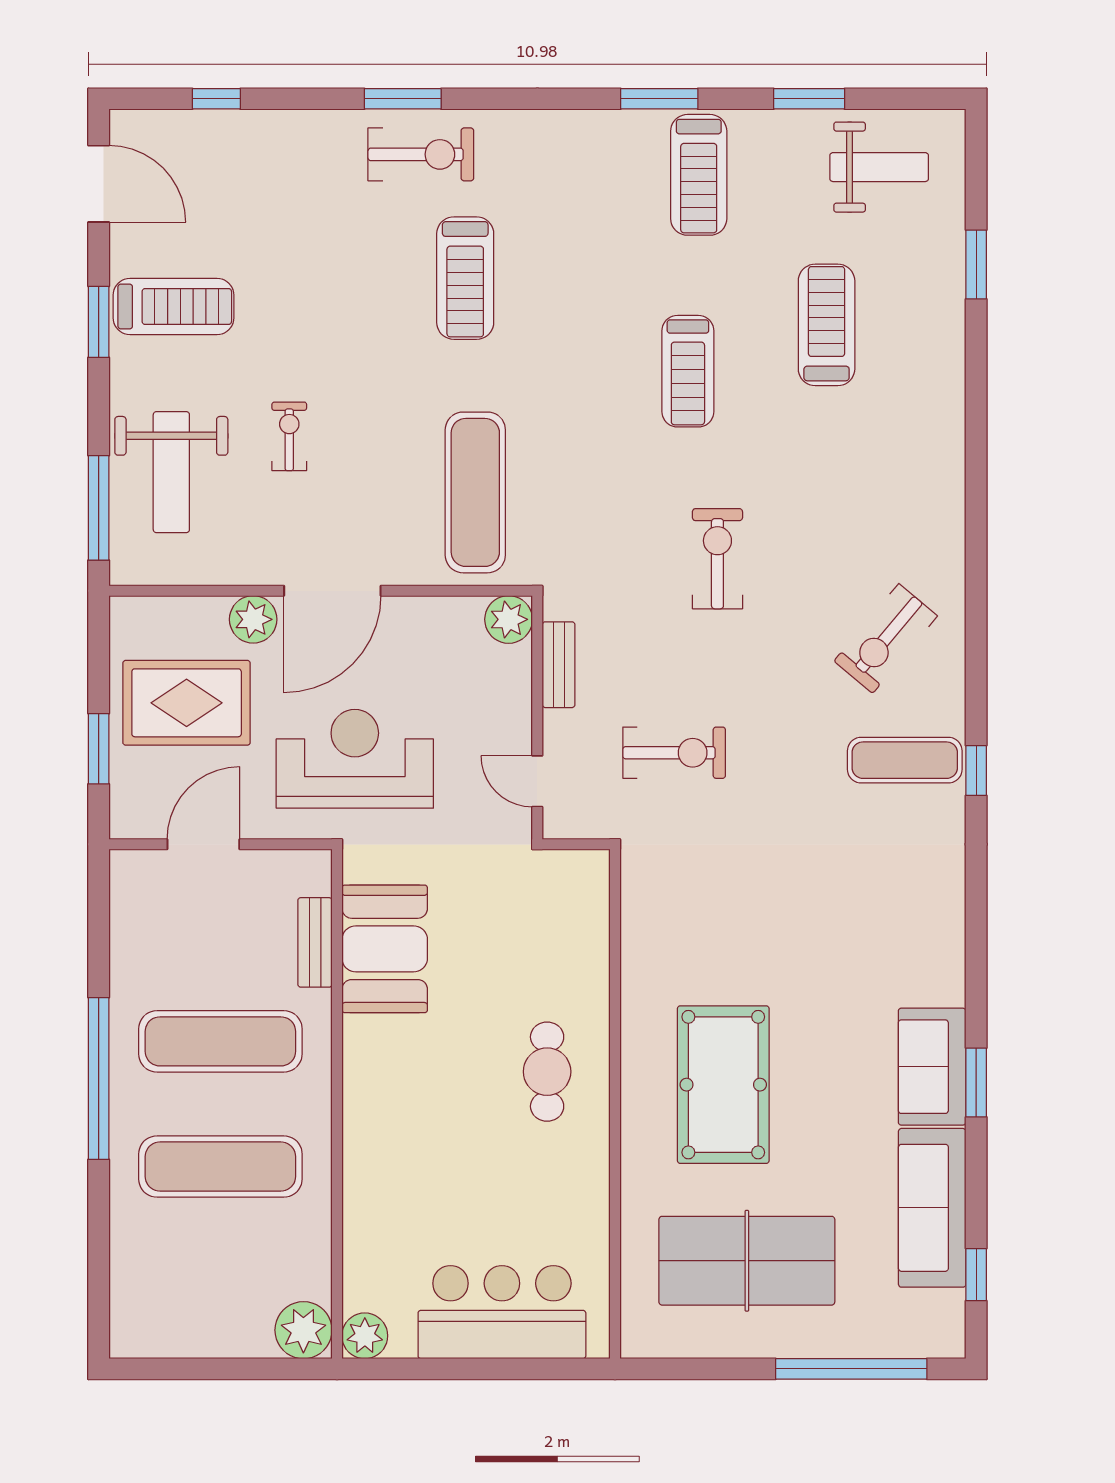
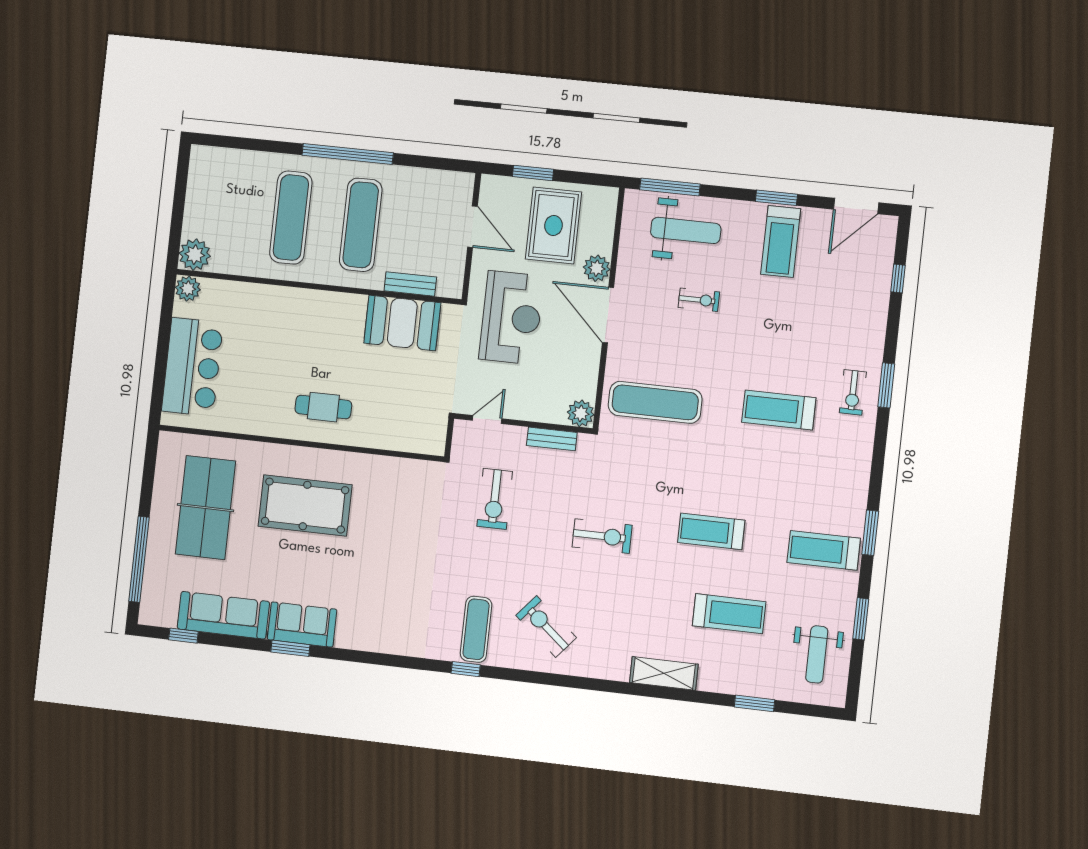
exercise bike: (421, 154) -> (853, 392), width x0.73, depth x0.72
shelving: (943, 426) -> (664, 673), added
weight bench: (171, 472) -> (686, 230), turned 180

